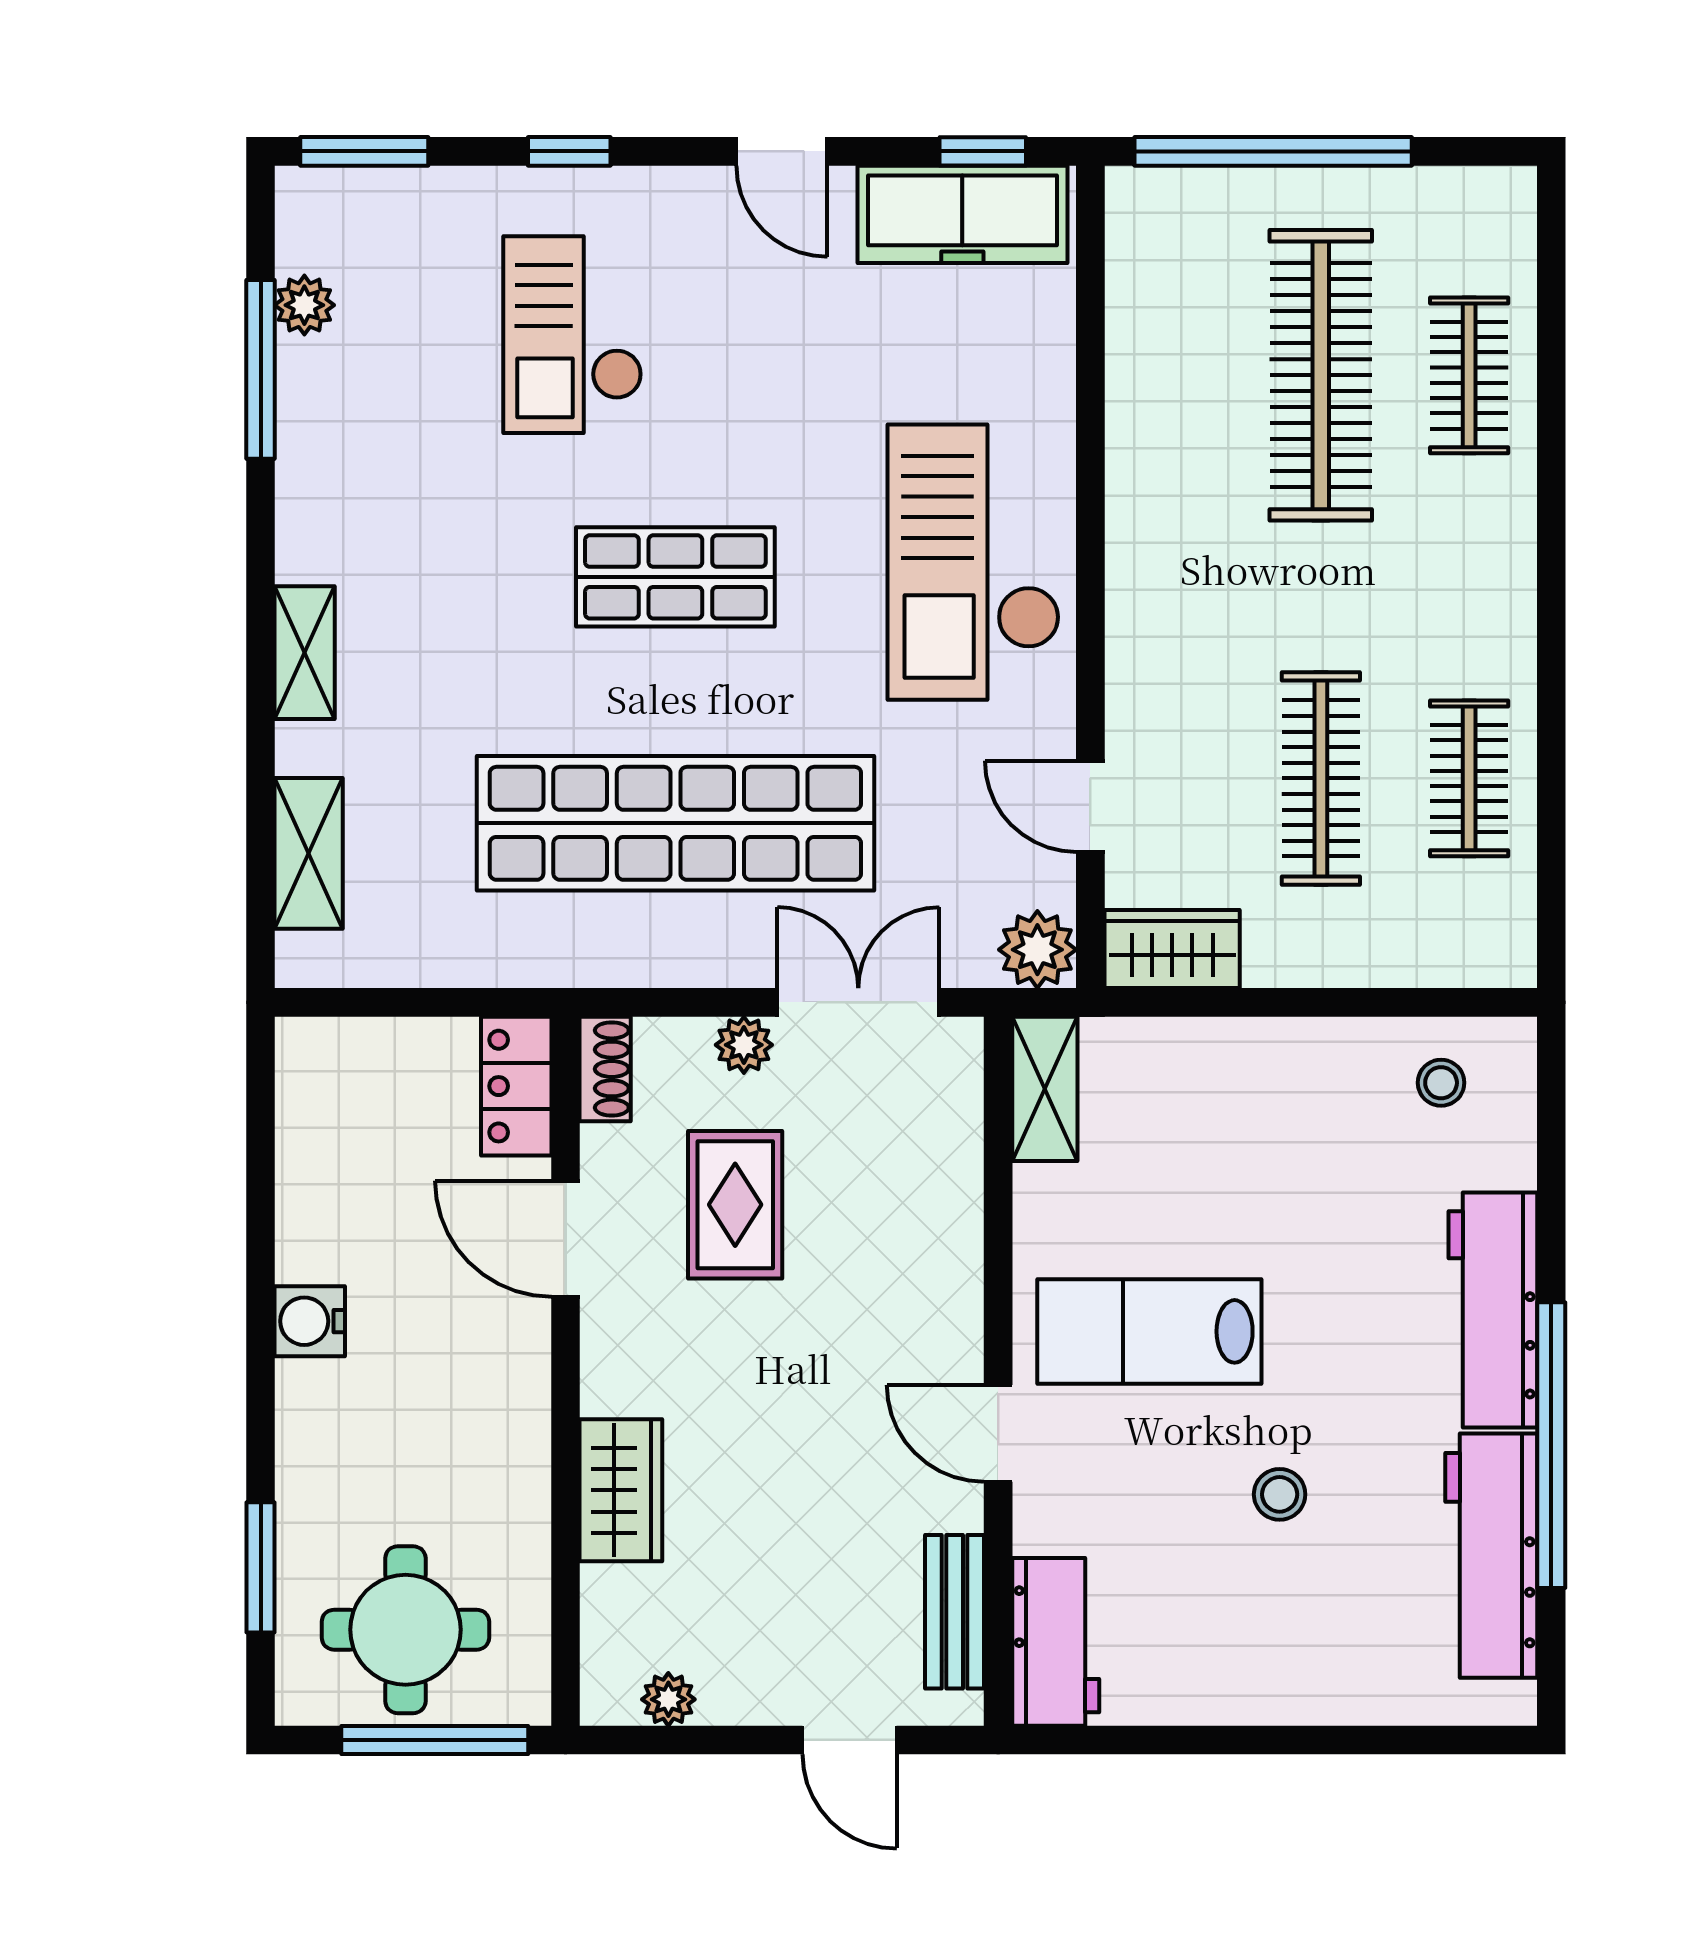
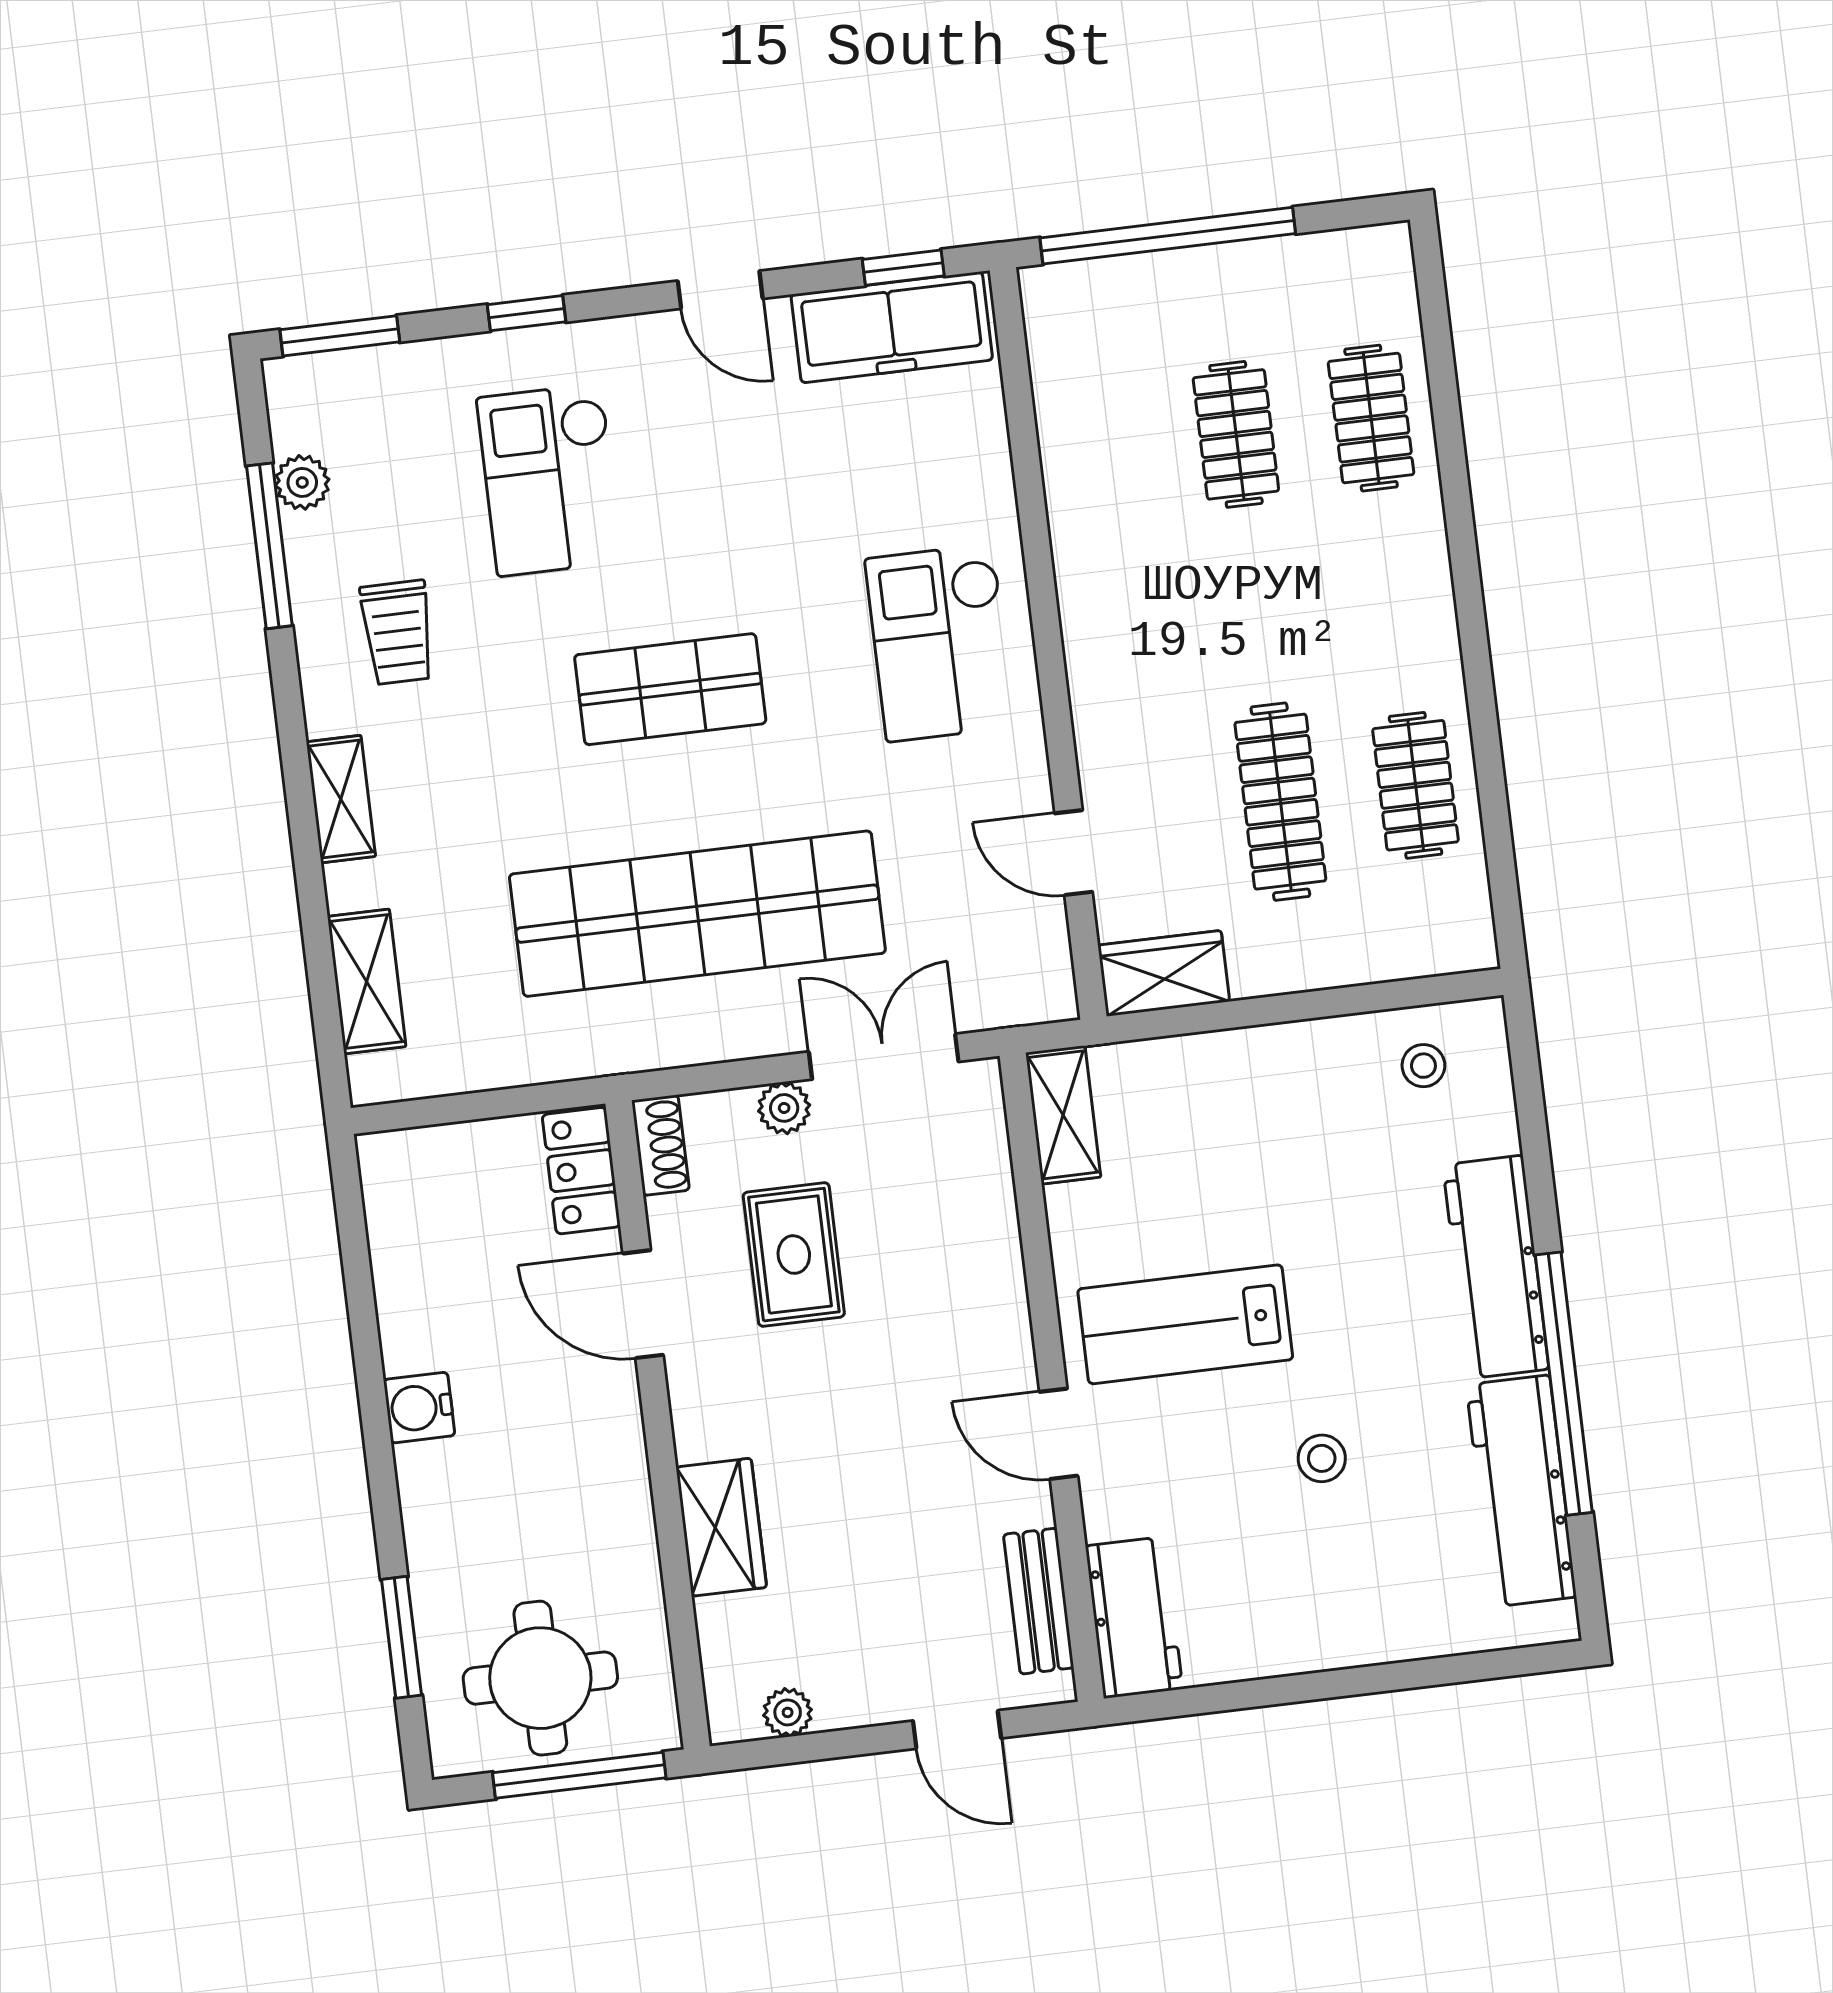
clothes rail: (1321, 375) -> (1236, 434), width x0.54, depth x0.76
trolley: (388, 480) -> (398, 632), added
checkout: (974, 562) -> (940, 643), width x0.73, depth x0.83
plant: (1037, 950) -> (1041, 989), removed

